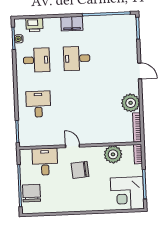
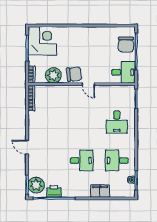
filing cabinet: (72, 24) -> (100, 191), moved
printer: (34, 25) -> (54, 191), moved
plant: (131, 103) -> (36, 185), moved
desk: (45, 162) -> (123, 72), moved, turned -90
chair: (80, 170) -> (74, 74), moved

